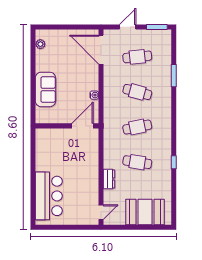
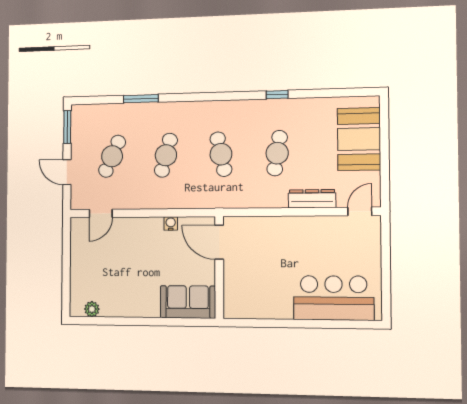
door: (101, 50) -> (101, 213), width x0.53
cafe table: (137, 57) -> (112, 156), turned 30
sofa: (45, 89) -> (188, 302), moved
dresser: (109, 179) -> (312, 199), width x1.44
door: (101, 212) -> (360, 211), hinge flipped

